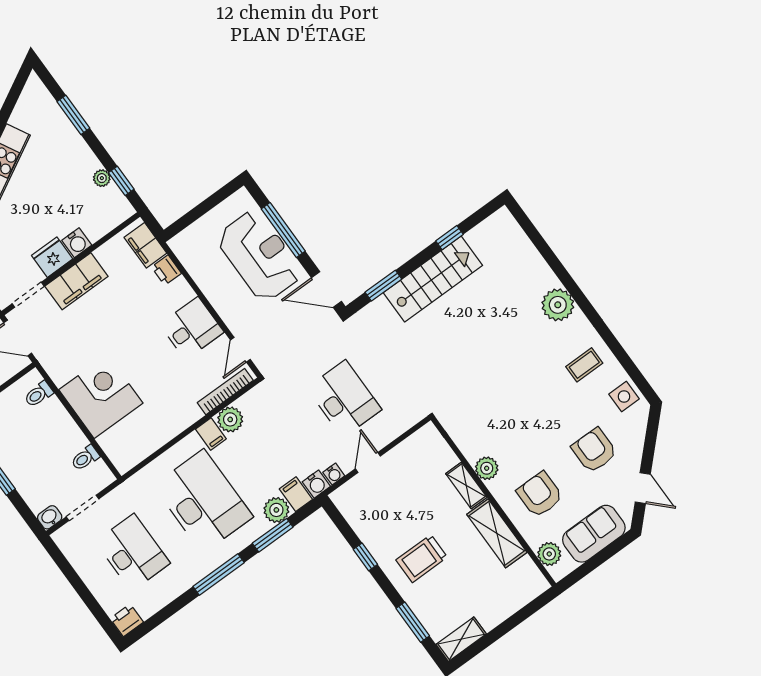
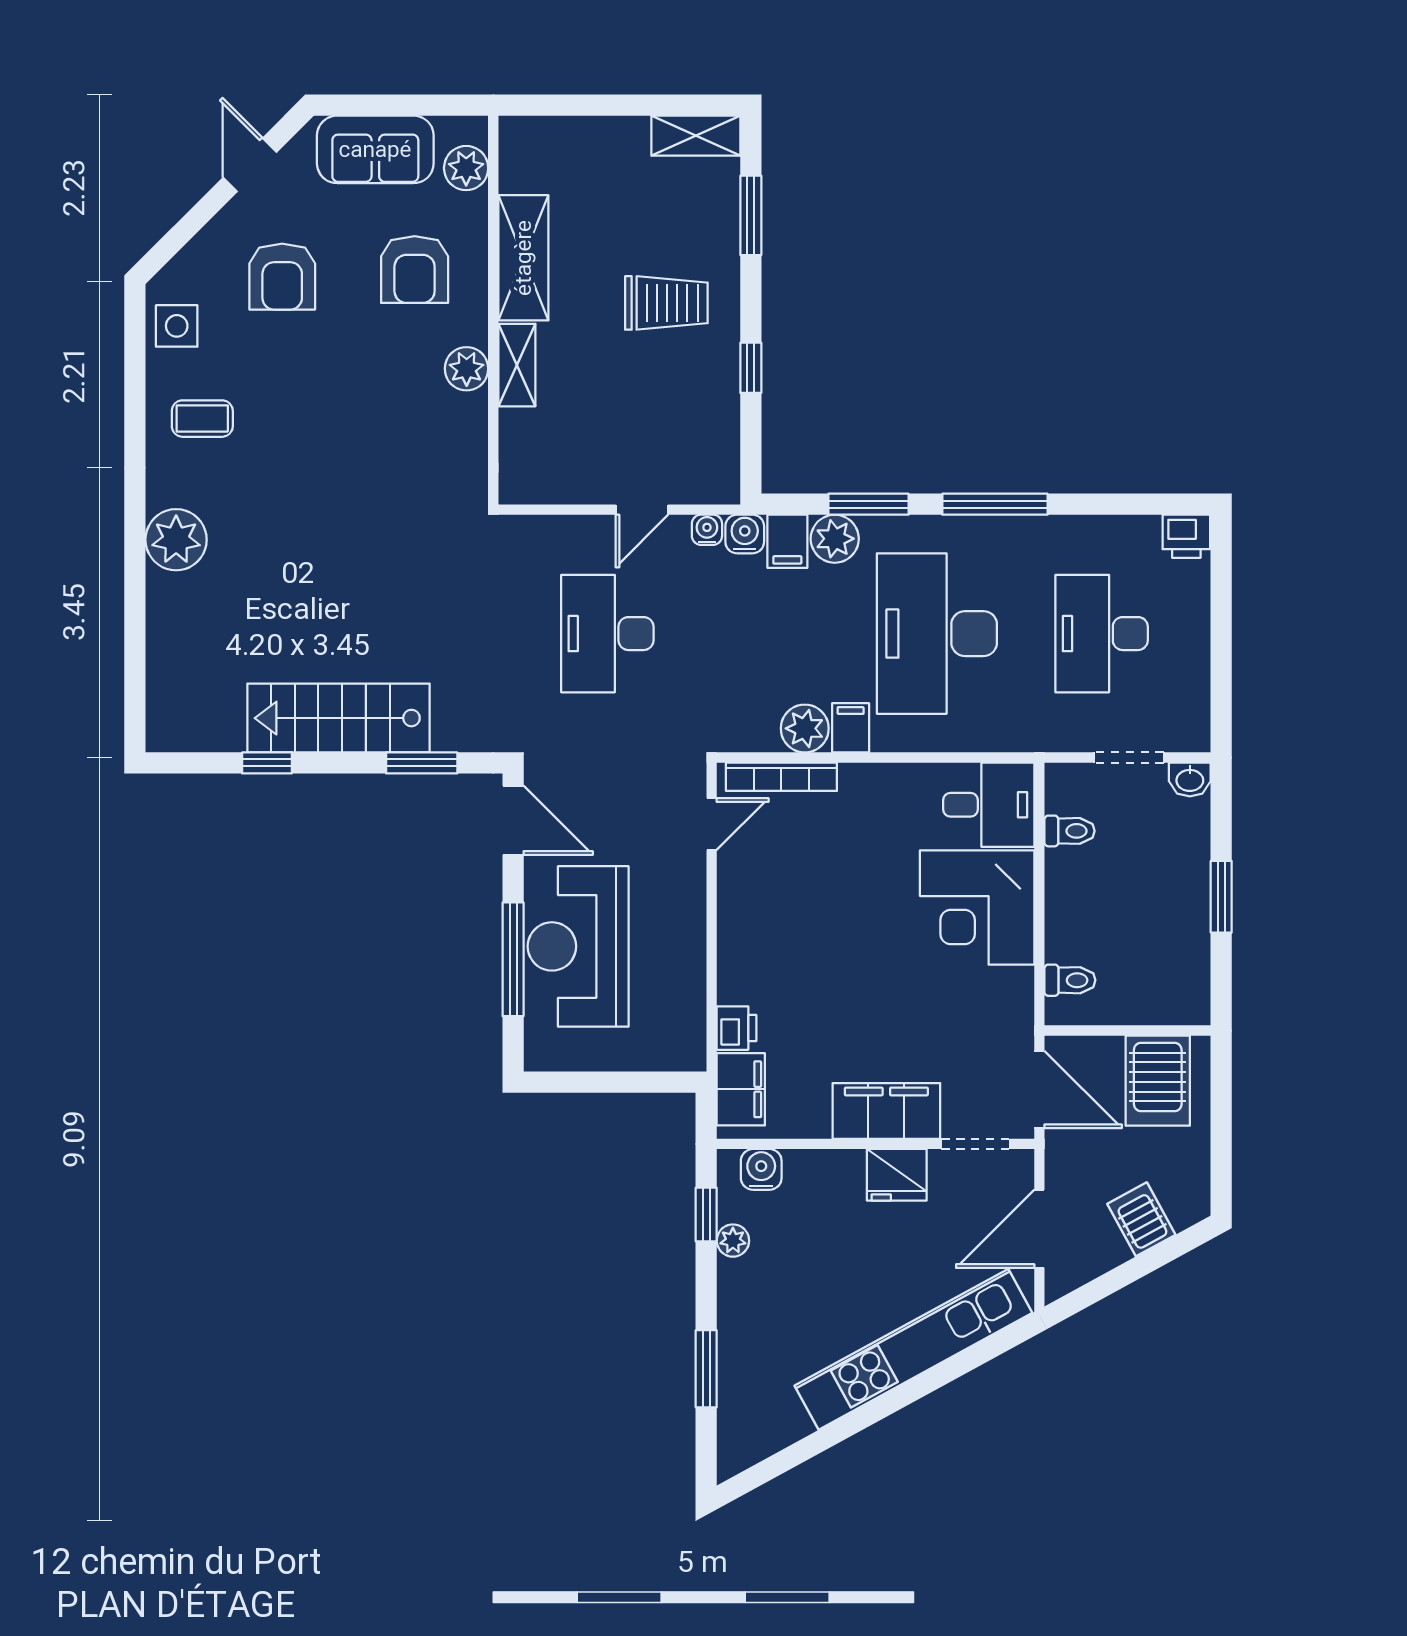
water cooler: (77, 243) -> (761, 1169), moved
desk: (192, 328) -> (989, 805), moved, turned 180

